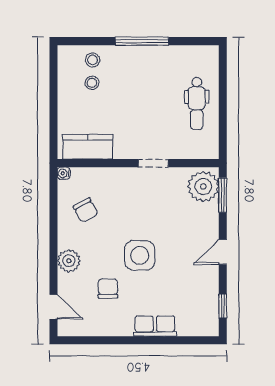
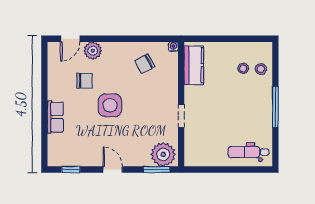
dental chair: (197, 103) -> (248, 152), moved
plant: (69, 261) -> (93, 51), moved

